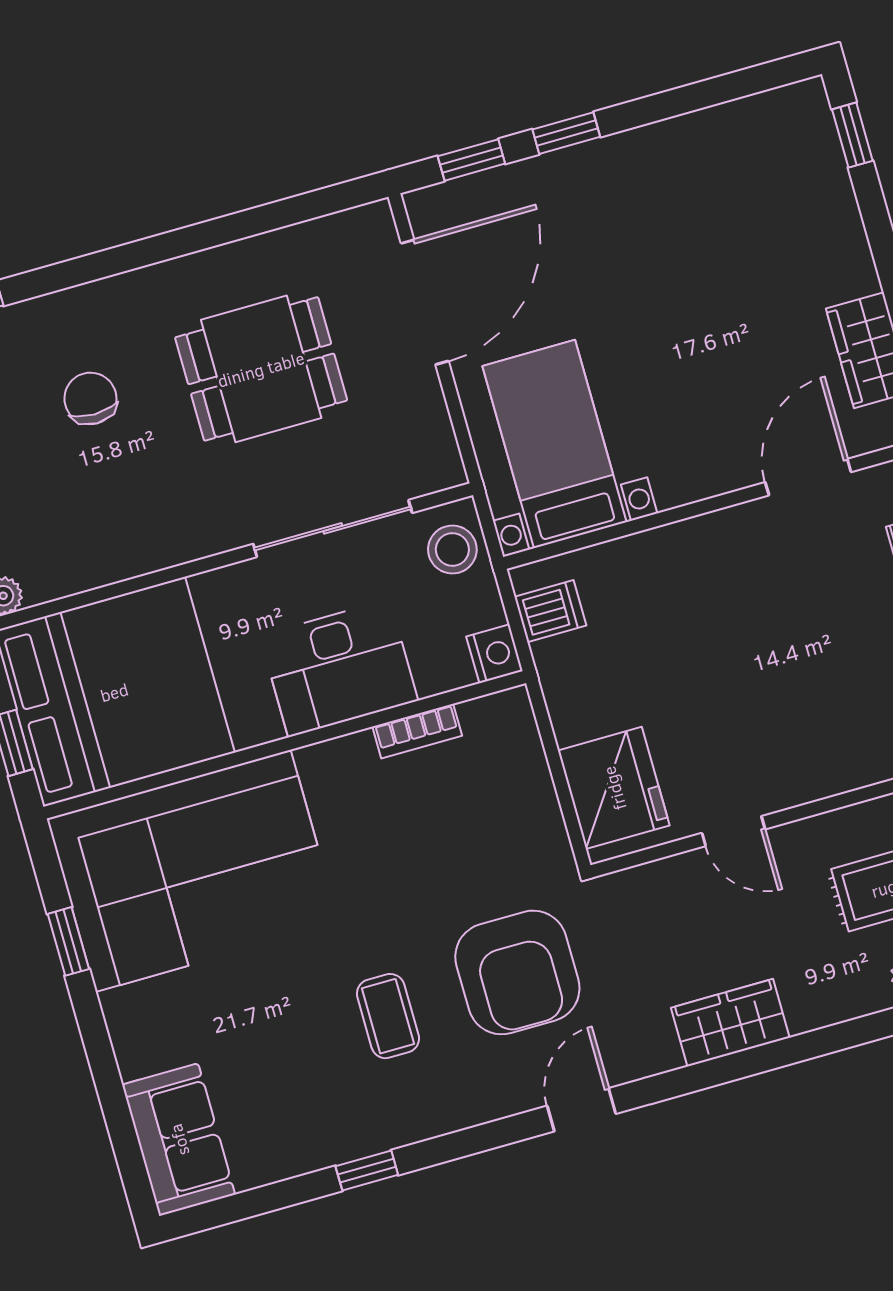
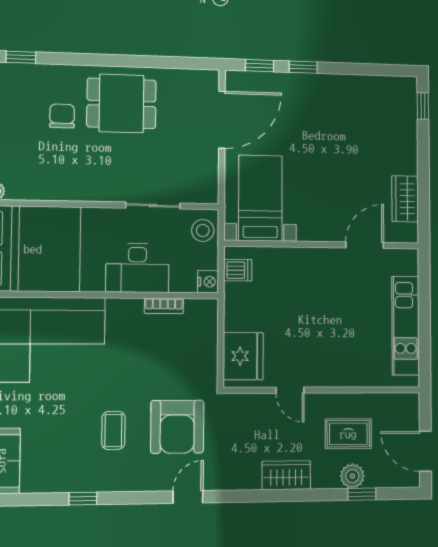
dining table: (261, 369) -> (121, 103), moved
sliding door: (333, 528) -> (153, 206), width x0.73
wardrobe: (730, 1023) -> (286, 475), moved

